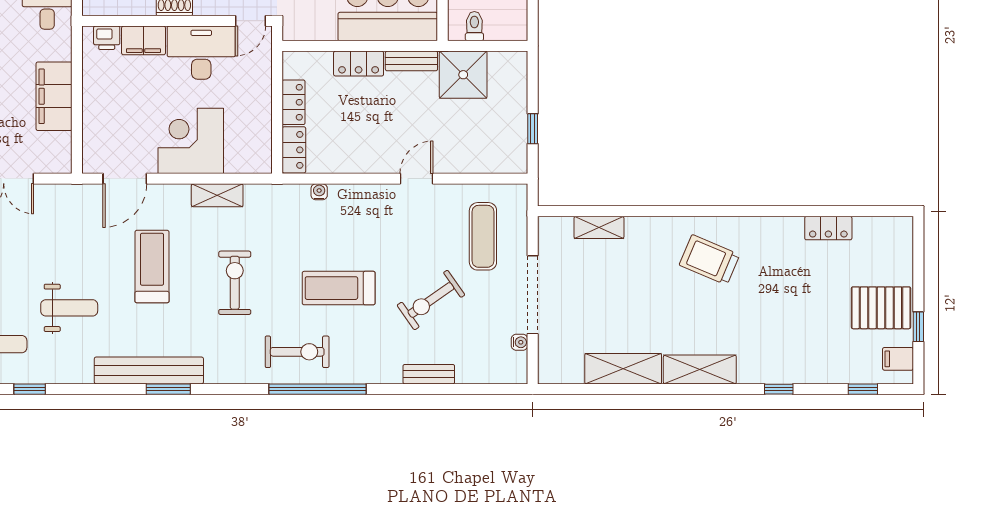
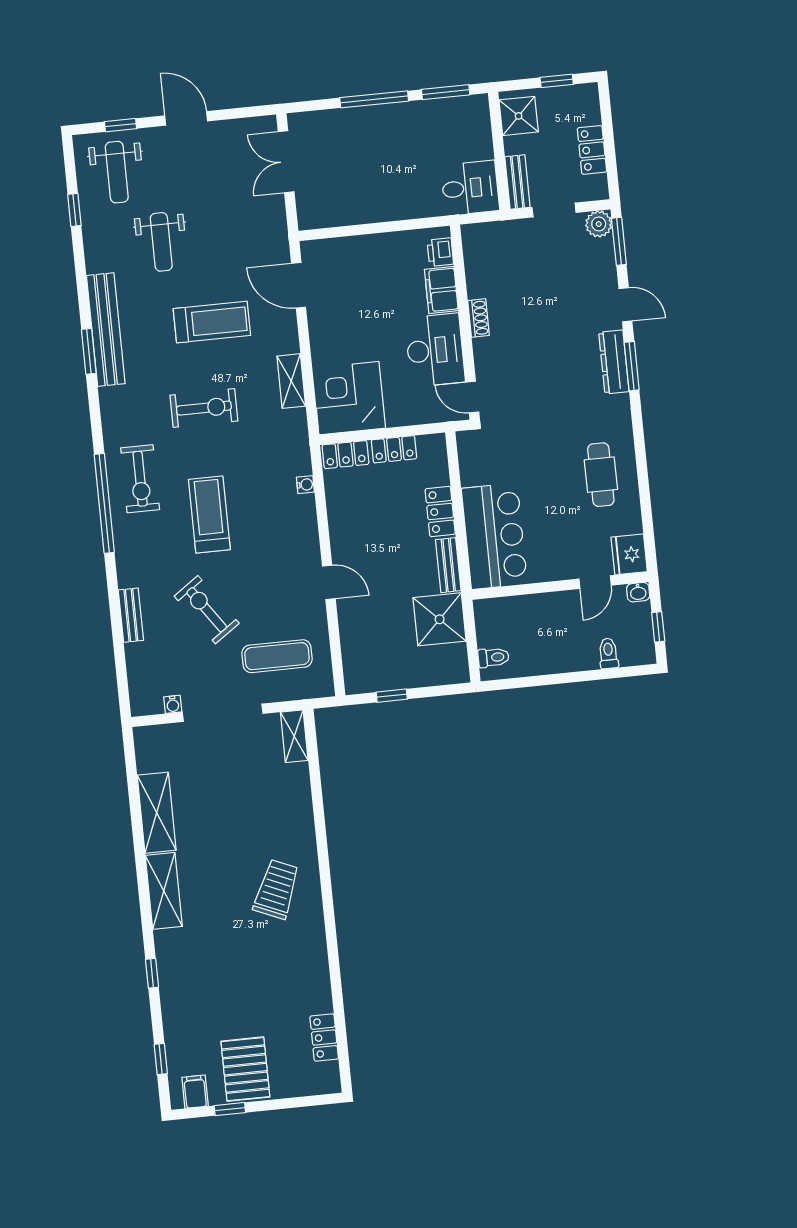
toilet: (474, 26) -> (493, 657), moved
filing cabinet: (54, 96) -> (375, 205), removed
corner desk: (191, 141) -> (349, 398), moved, turned -90
shelving: (599, 227) -> (294, 736), moved
locker: (828, 228) -> (324, 1037), moved

